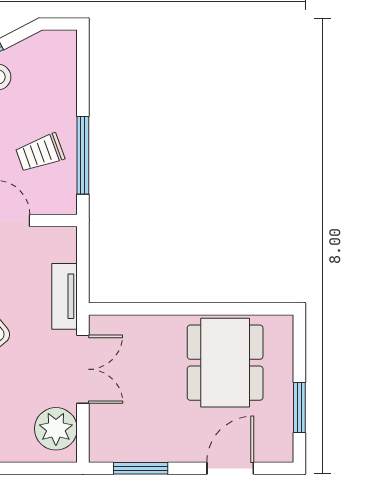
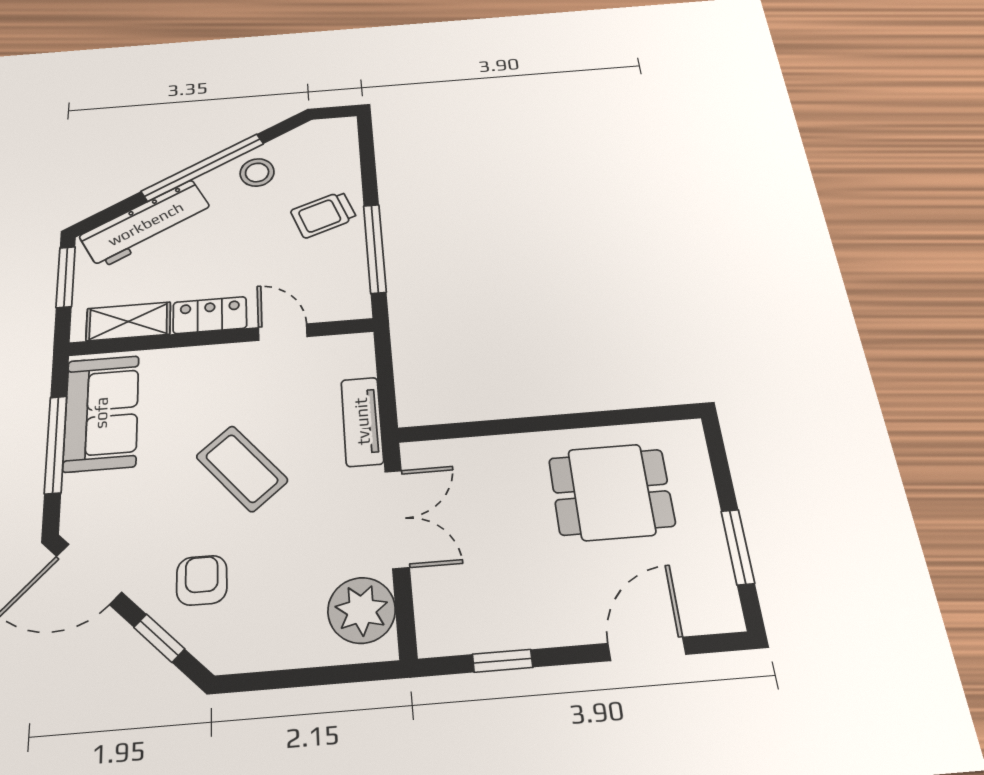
trolley: (40, 153) -> (323, 215), moved
dining table: (225, 363) -> (611, 492), width x0.73
window: (141, 468) -> (502, 661), width x0.67

